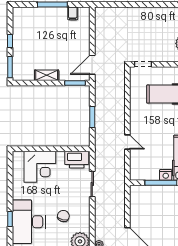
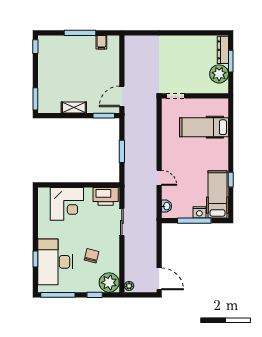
window: (10, 41) -> (35, 47), moved
washbasin: (134, 169) -> (166, 206), added

